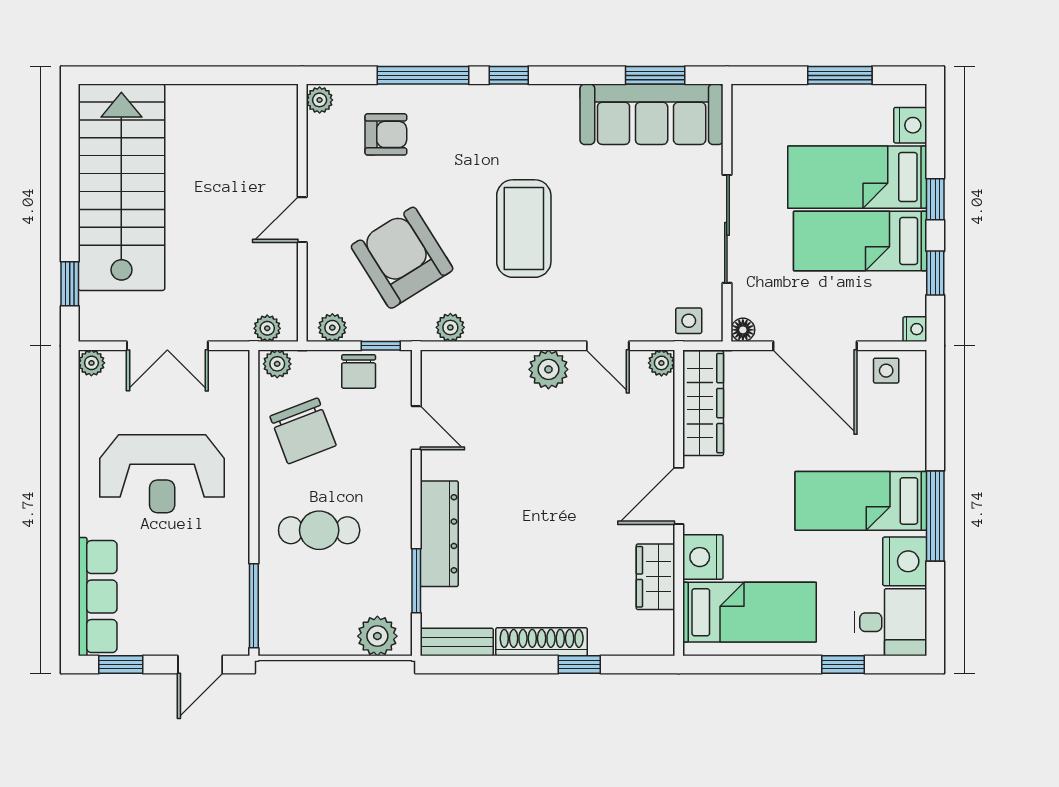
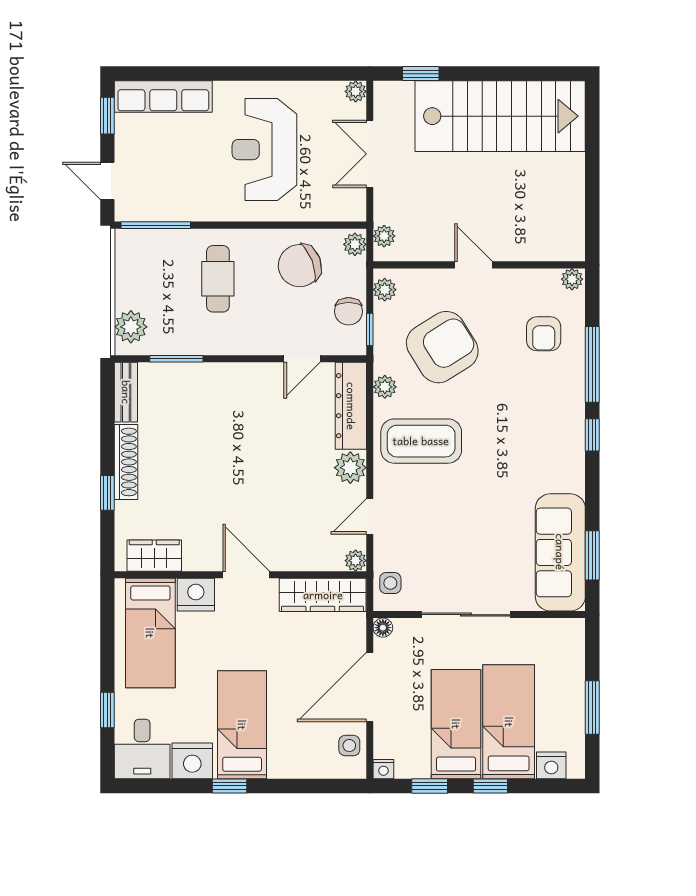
coffee table: (524, 229) -> (421, 441), moved
chair: (359, 371) -> (349, 311), turned -90
window: (935, 516) -> (230, 786), width x0.46
dresser: (439, 534) -> (351, 406), moved, turned 90
wardrobe: (655, 577) -> (154, 556), moved

